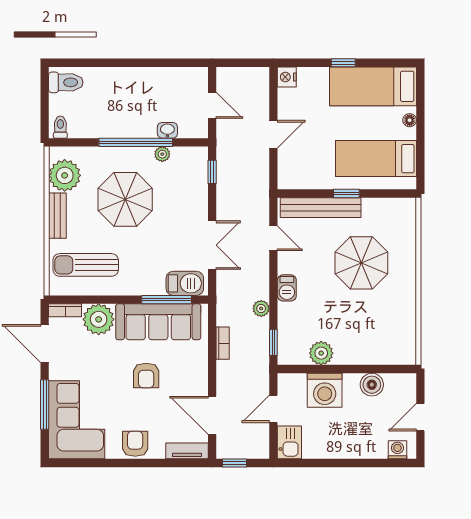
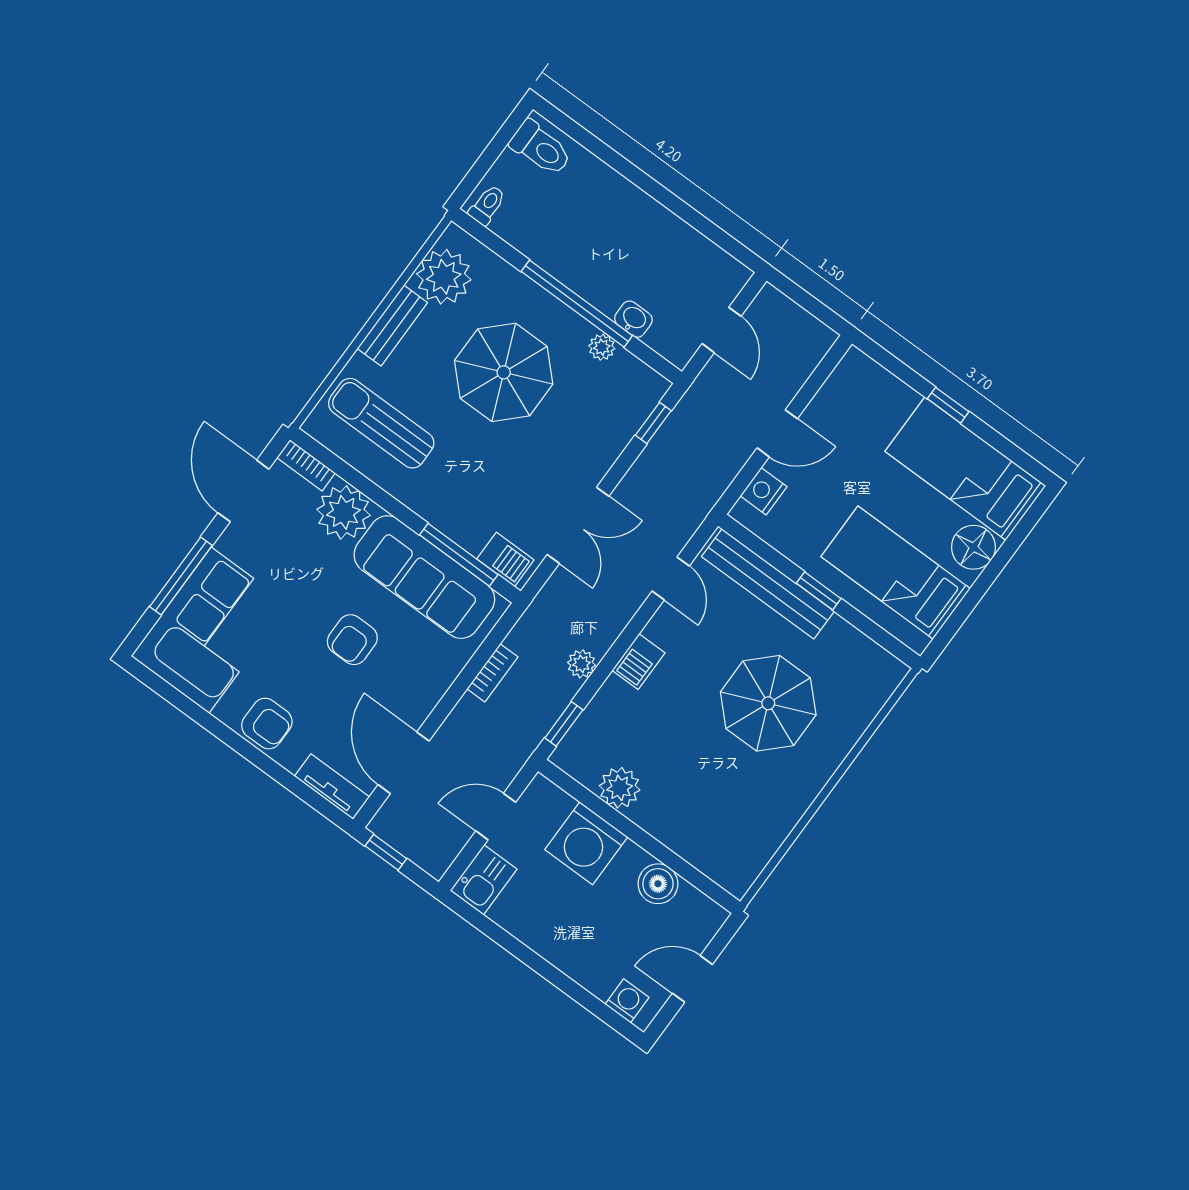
nightstand: (287, 77) -> (764, 491), moved
floor lamp: (410, 120) -> (973, 547), width x1.89, depth x1.89
barbecue: (185, 283) -> (505, 559), width x0.73, depth x0.79
armchair: (135, 444) -> (267, 724), turned 90

